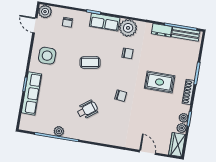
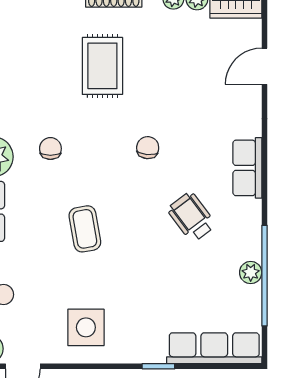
row of seats: (31, 93) -> (214, 348), moved
row of seats: (105, 137) -> (247, 168), added

